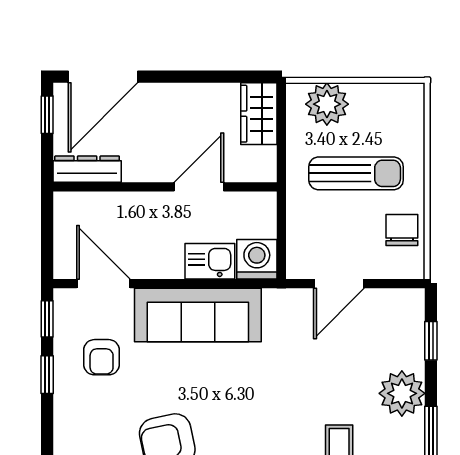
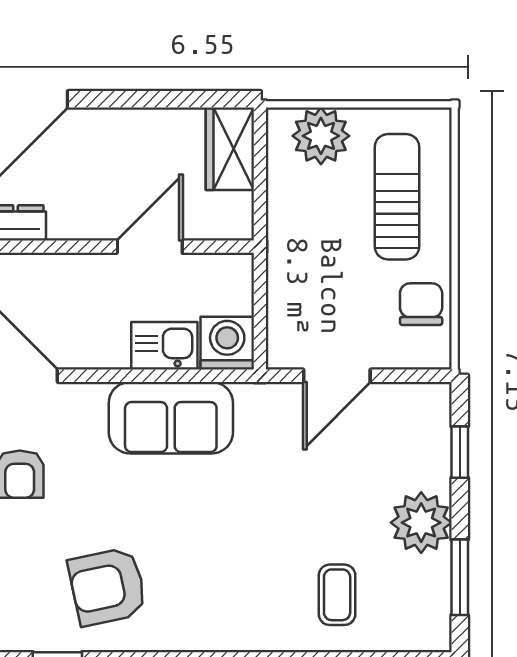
sun lounger: (356, 173) -> (397, 197), moved, turned -90
sofa: (198, 315) -> (171, 418), width x0.73

